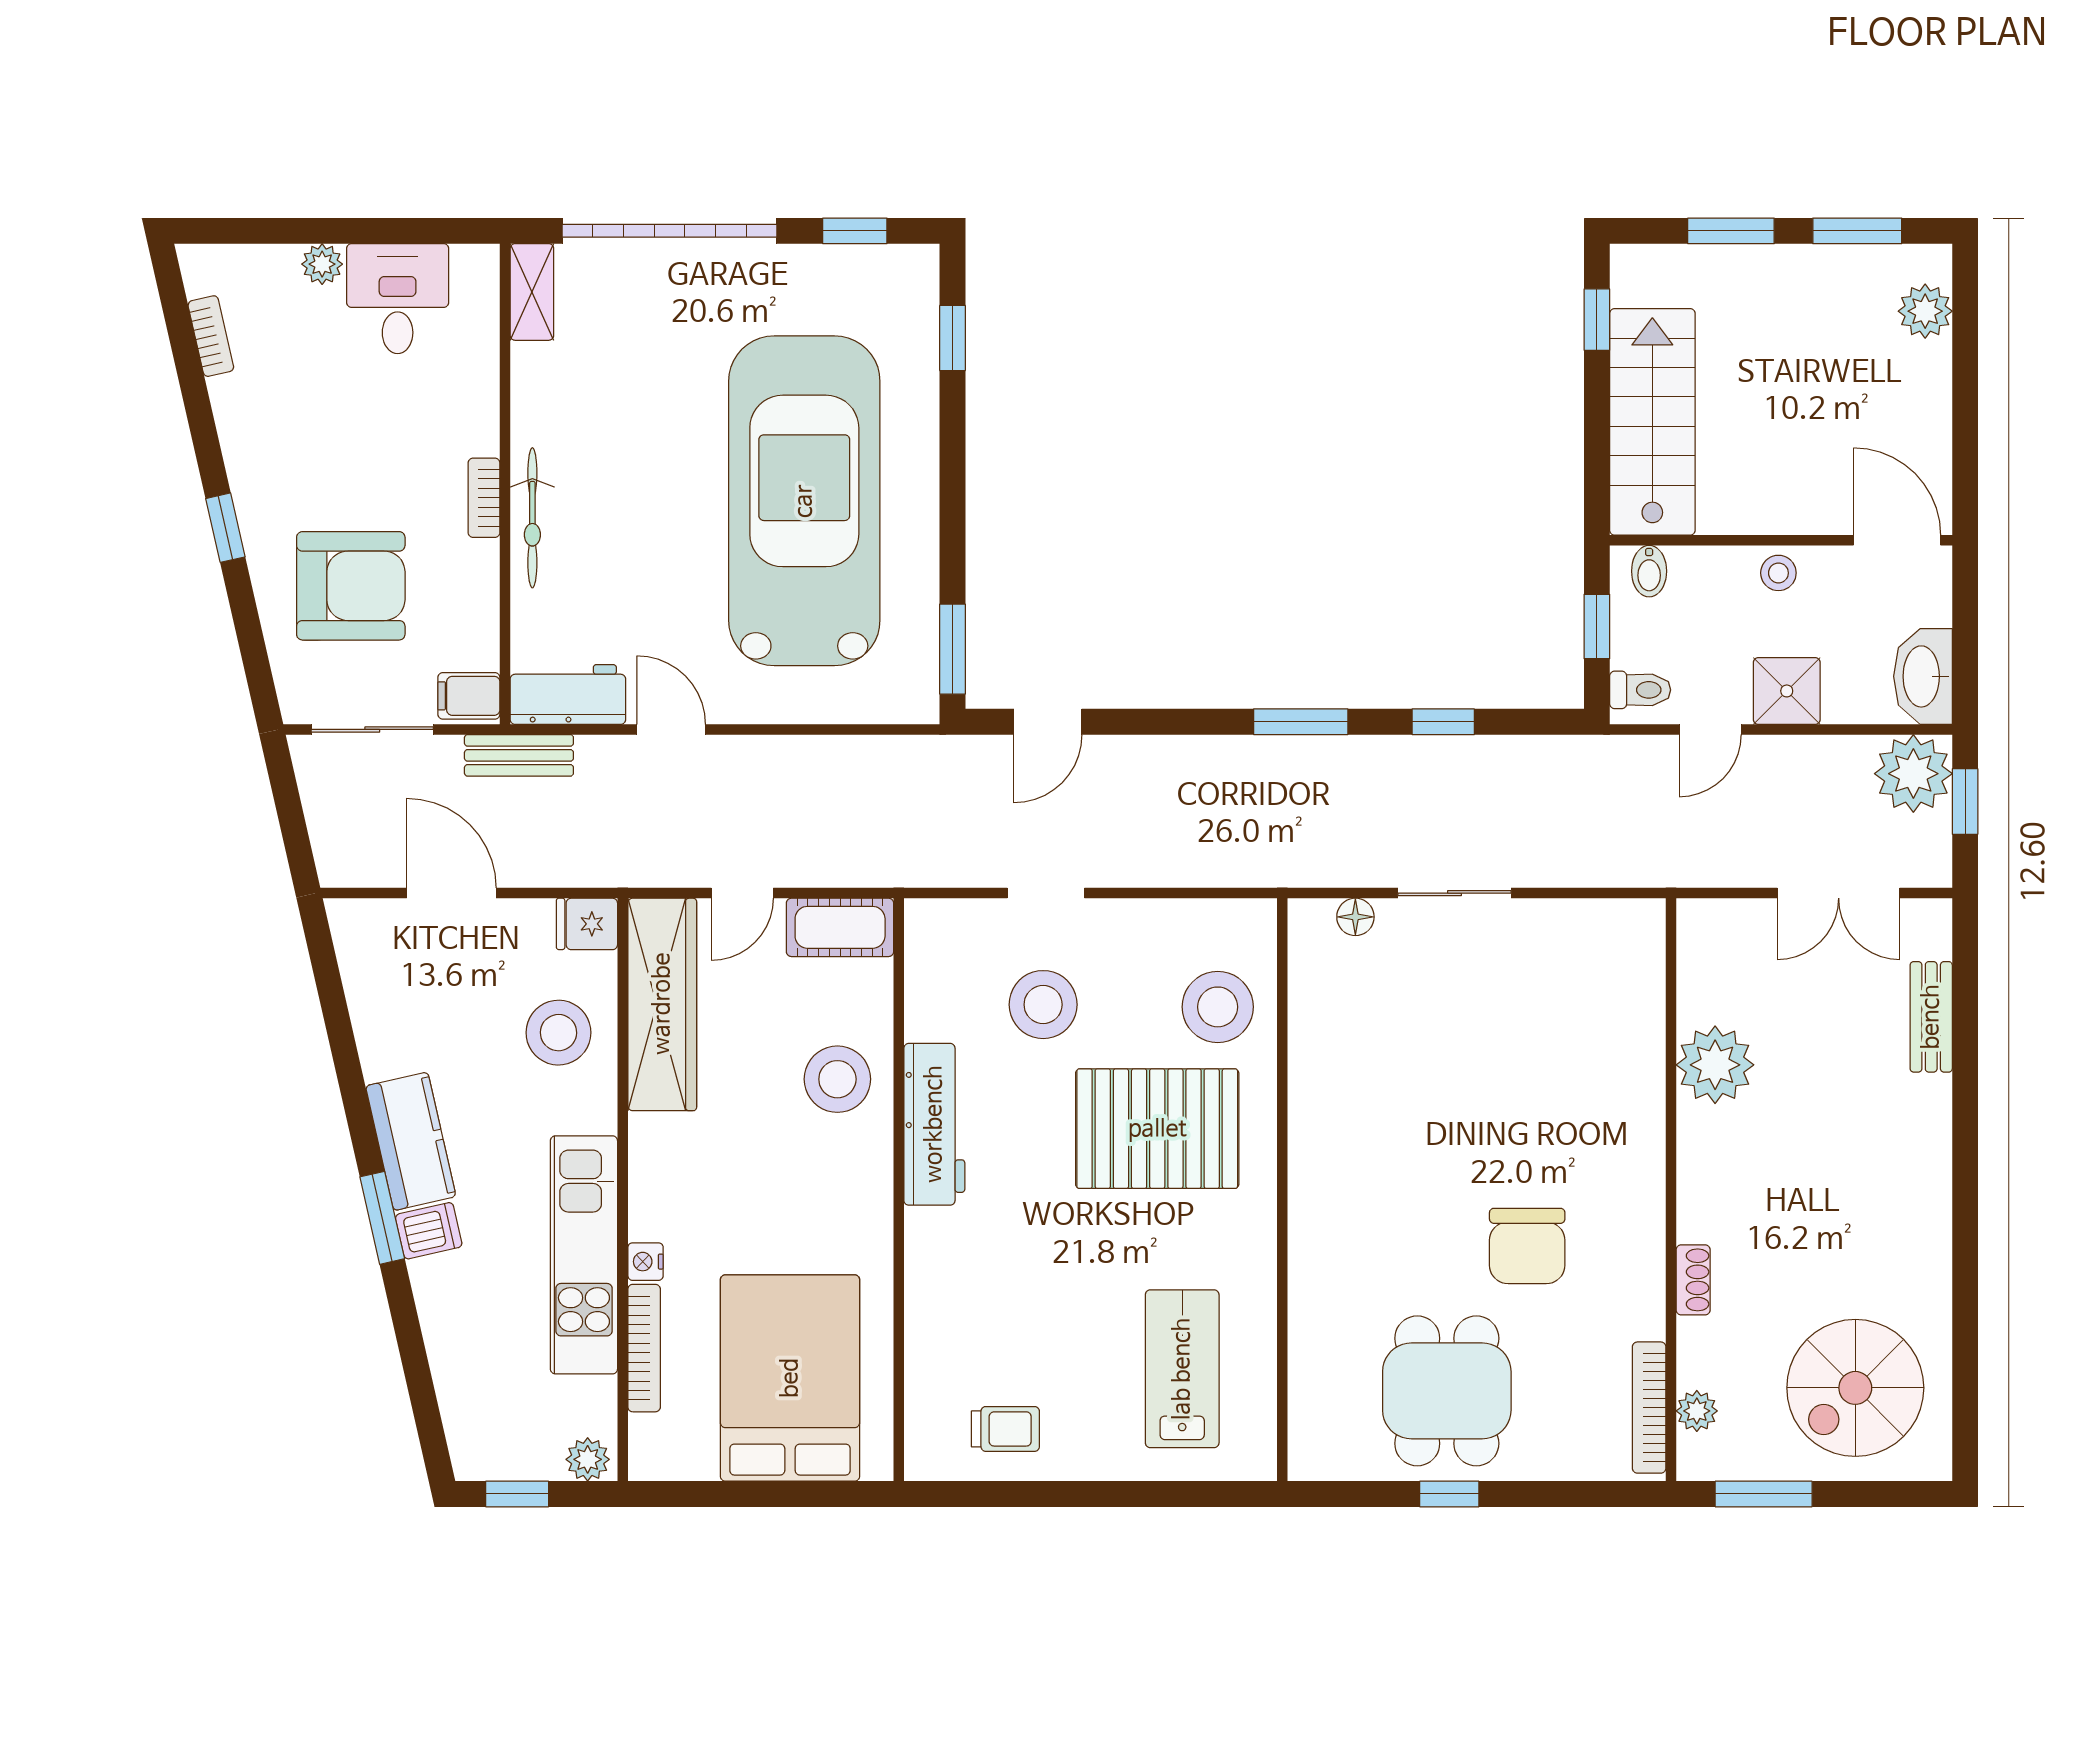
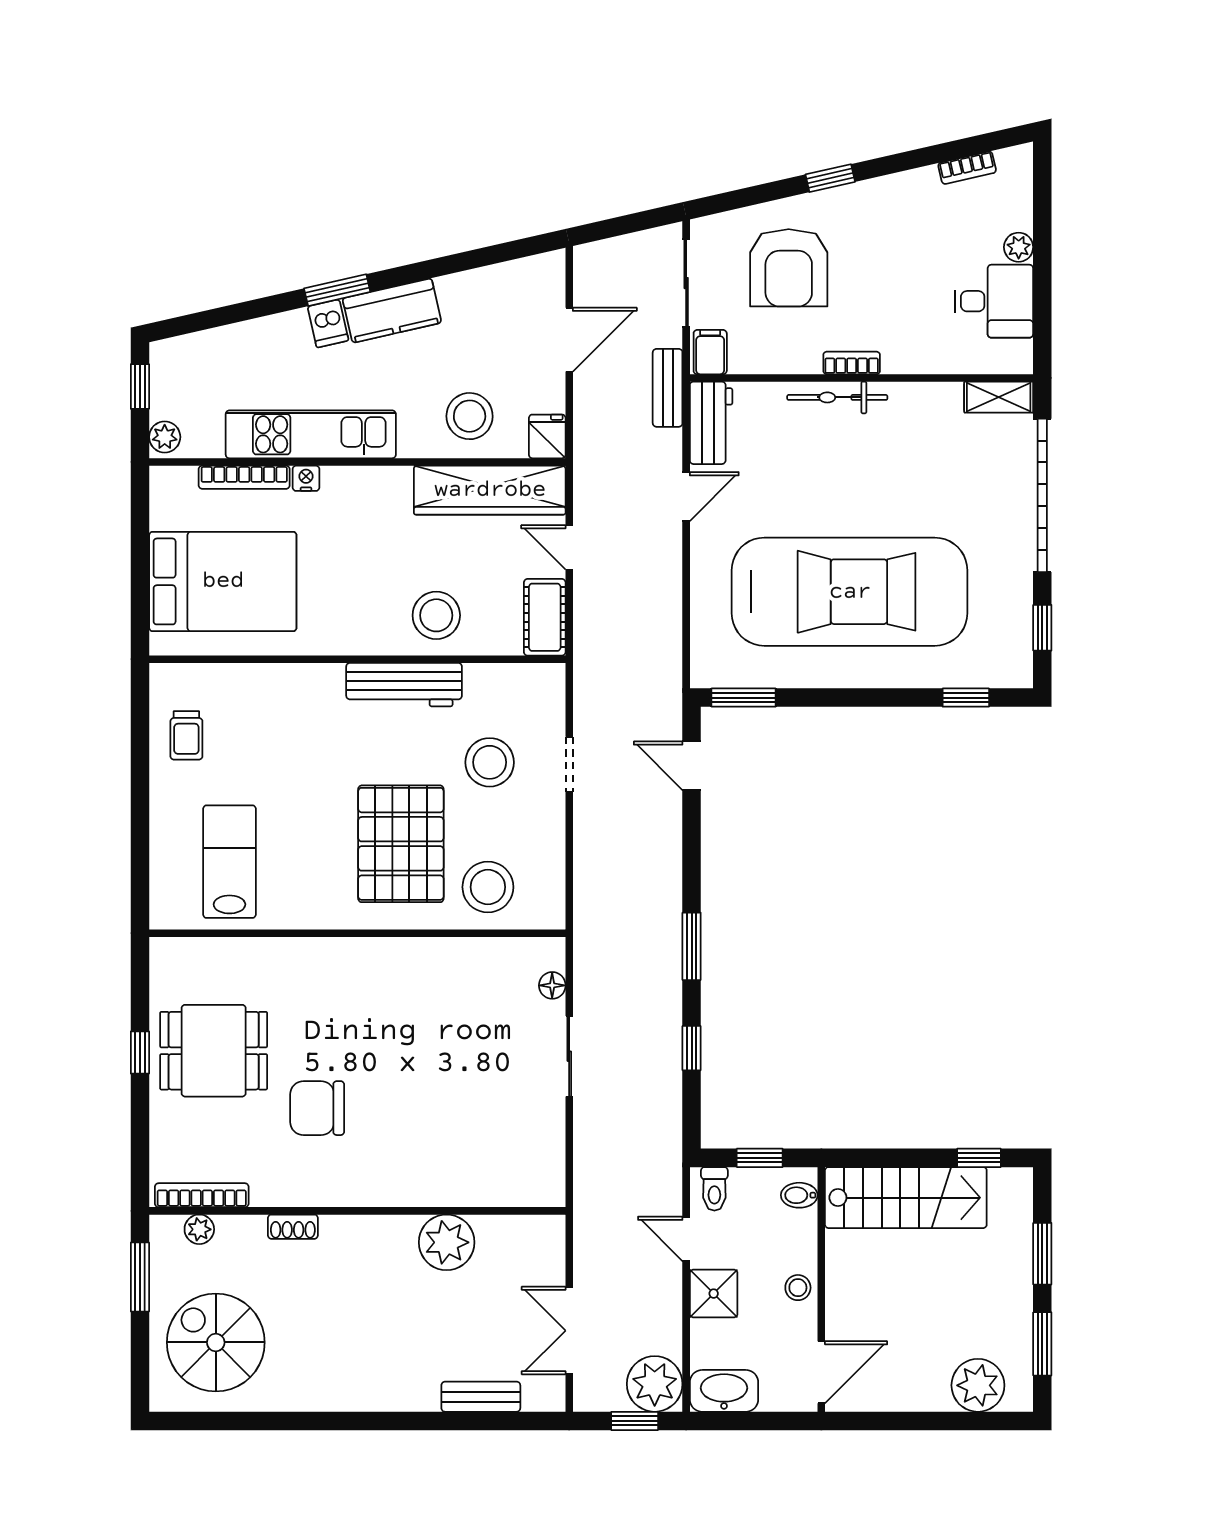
plant: (1925, 311) -> (978, 1385), width x1.36, depth x1.36
lab bench: (1182, 1369) -> (229, 862), turned -90

